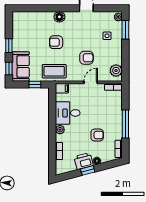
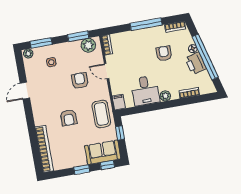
bookcase: (33, 16) -> (44, 149), added
floor lamp: (59, 17) -> (40, 119), removed
window: (125, 63) -> (78, 36), added
window: (88, 170) -> (205, 57), width x3.17

